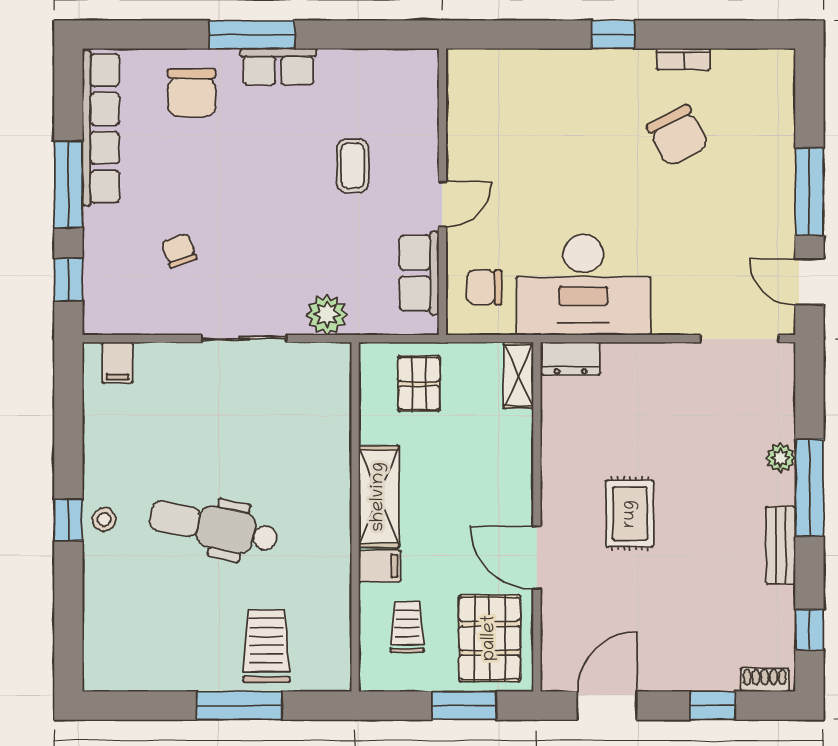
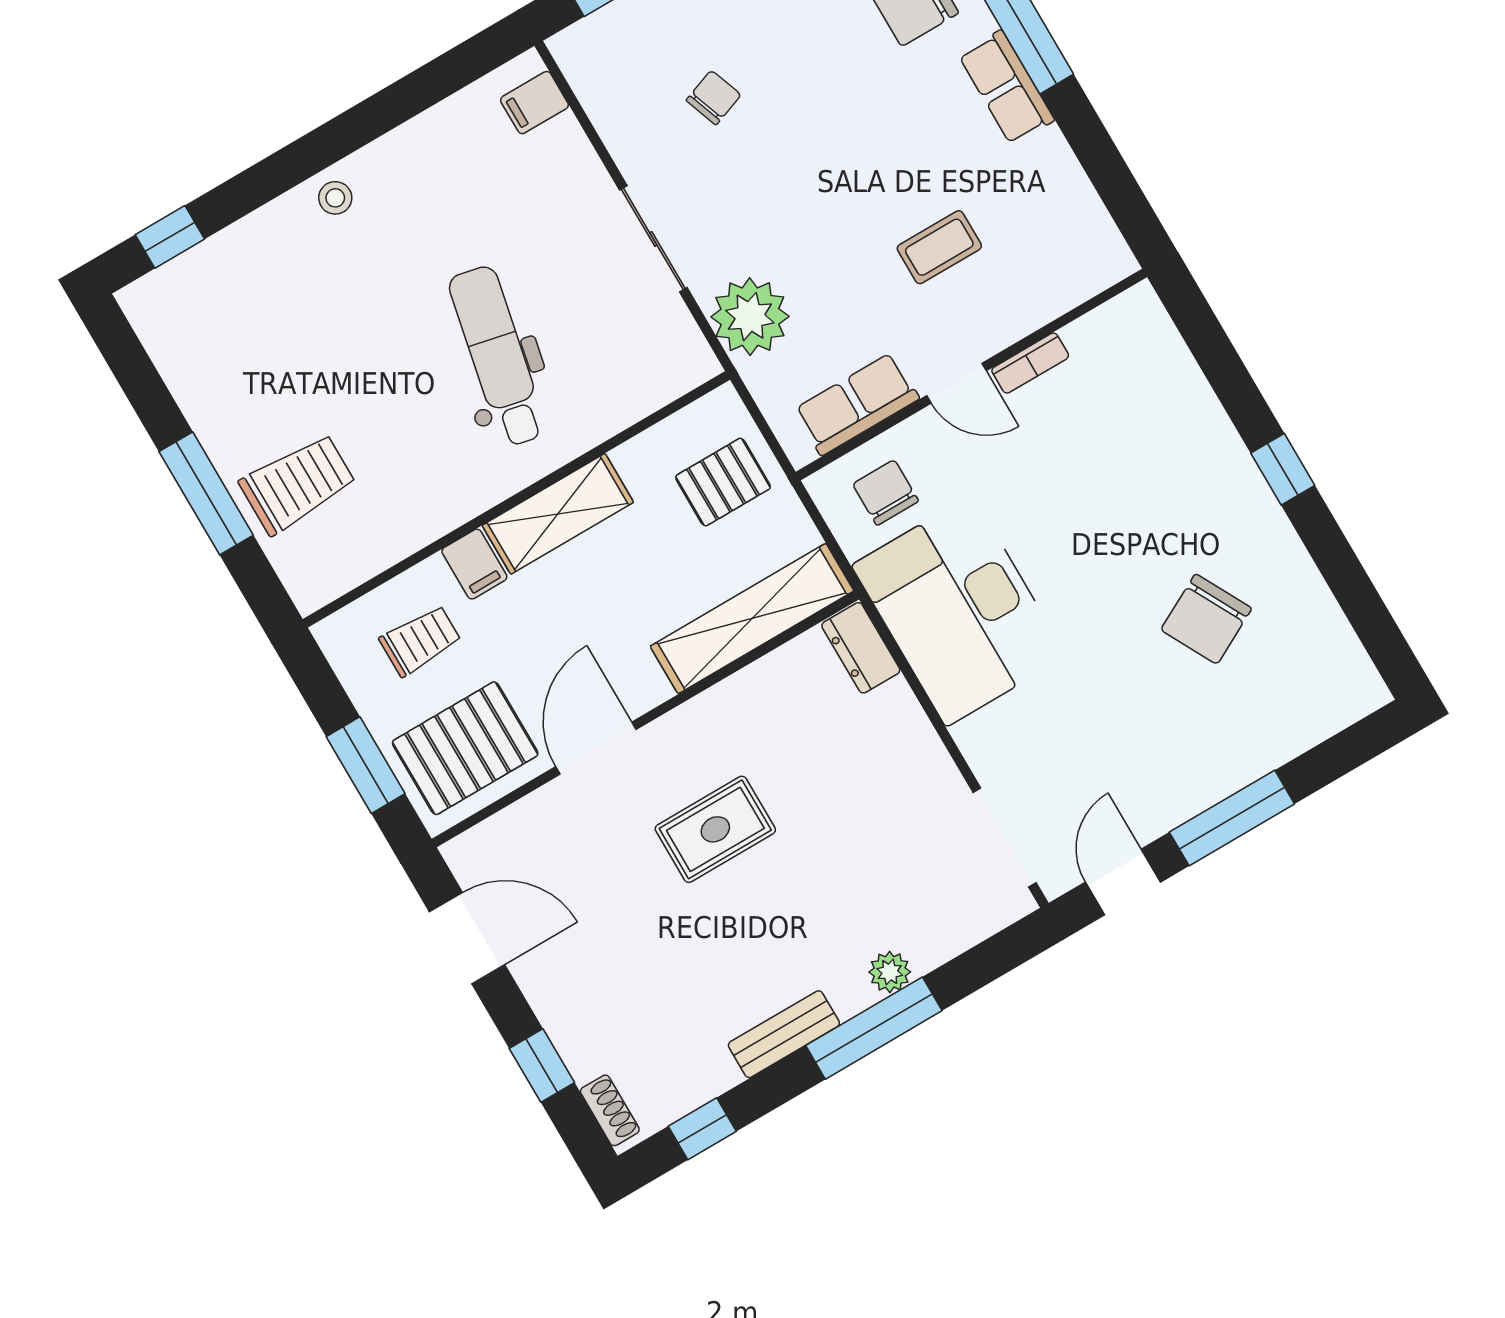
bookcase: (684, 59) -> (1030, 363), moved, turned -90
plant: (327, 315) -> (750, 317), width x1.36, depth x1.36
shelving: (518, 375) -> (752, 619), width x2.20, depth x1.33
window: (68, 520) -> (170, 237), moved
dental chair: (214, 527) -> (498, 356), moved

